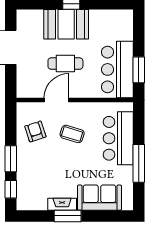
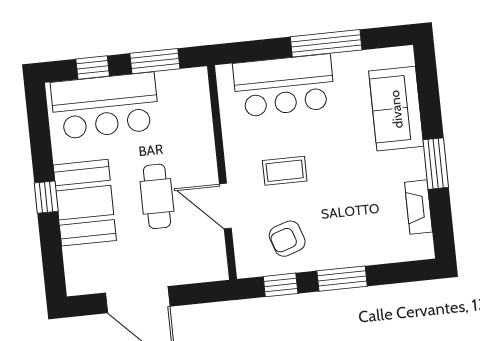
window: (139, 36) -> (93, 67), added
bar counter: (117, 69) -> (105, 106), moved
coffee table: (72, 134) -> (285, 171), turned 73
window: (11, 189) -> (281, 285), moved
fireplace: (62, 204) -> (419, 207), moved

